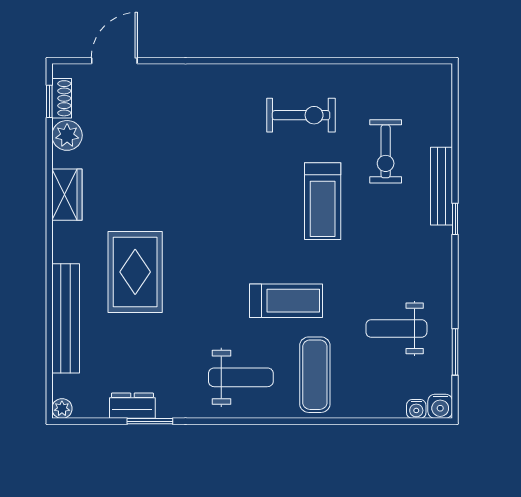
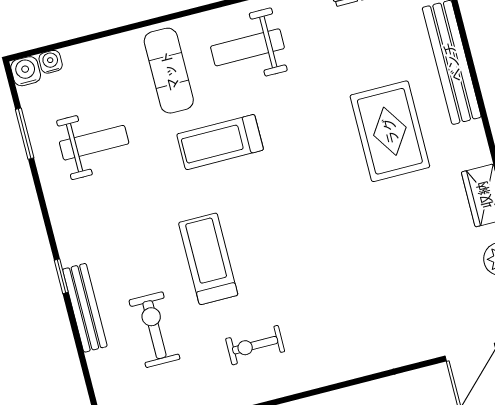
exercise bike: (301, 115) -> (255, 345), width x0.73, depth x0.72

